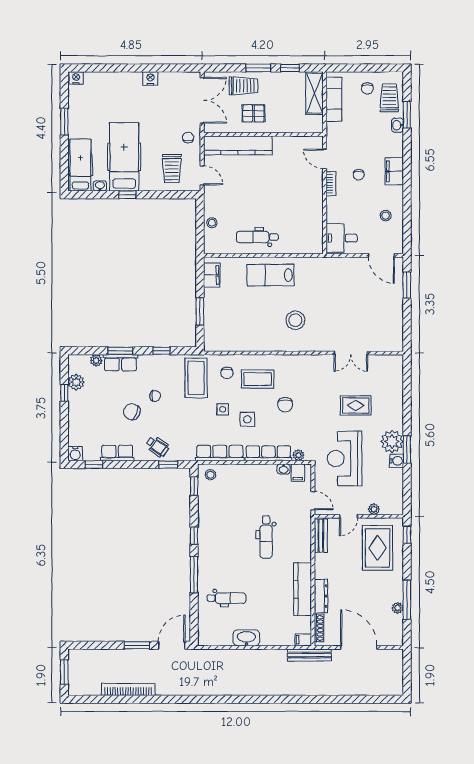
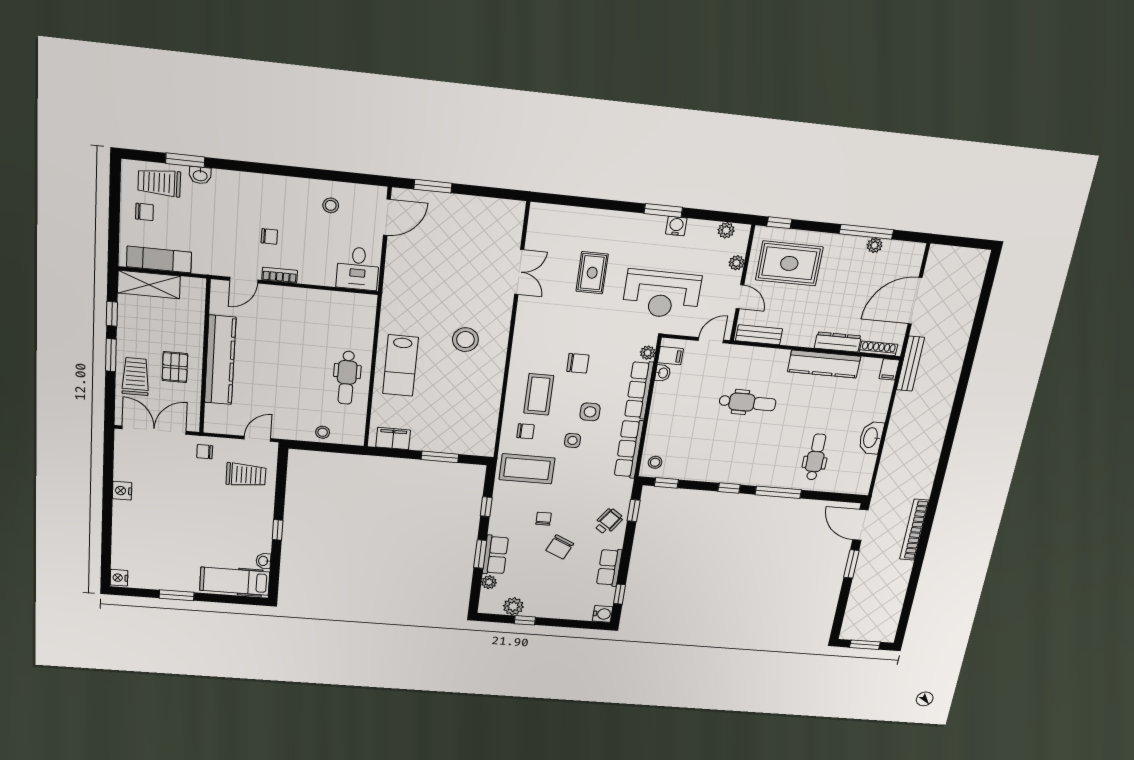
kitchen counter: (238, 145) -> (220, 360), moved
hospital bed: (124, 157) -> (227, 530), removed
filing cabinet: (394, 171) -> (267, 187), removed
plant: (392, 442) -> (726, 230), moved, width x0.53, depth x0.53
bookcase: (128, 690) -> (914, 530), moved

